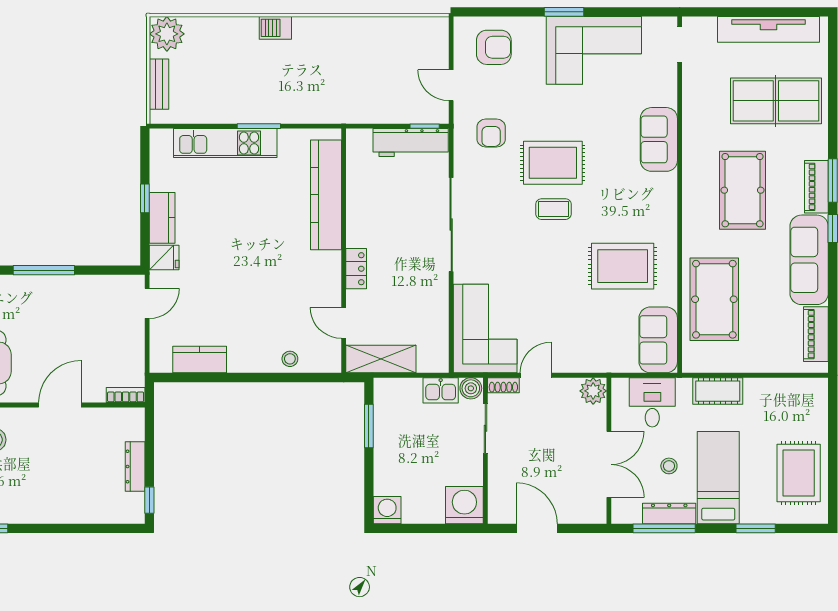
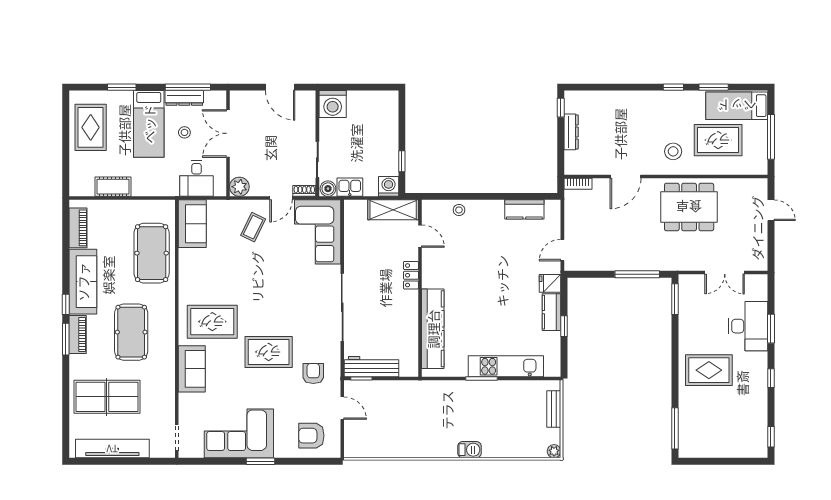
plant: (167, 34) -> (554, 451), width x0.53, depth x0.53
coffee table: (553, 209) -> (253, 227), moved, turned -64
rug: (623, 266) -> (212, 322), moved
cot: (718, 391) -> (113, 187), moved
window: (369, 426) -> (402, 161), width x0.67
washing machine: (387, 510) -> (389, 186), moved, turned 180

